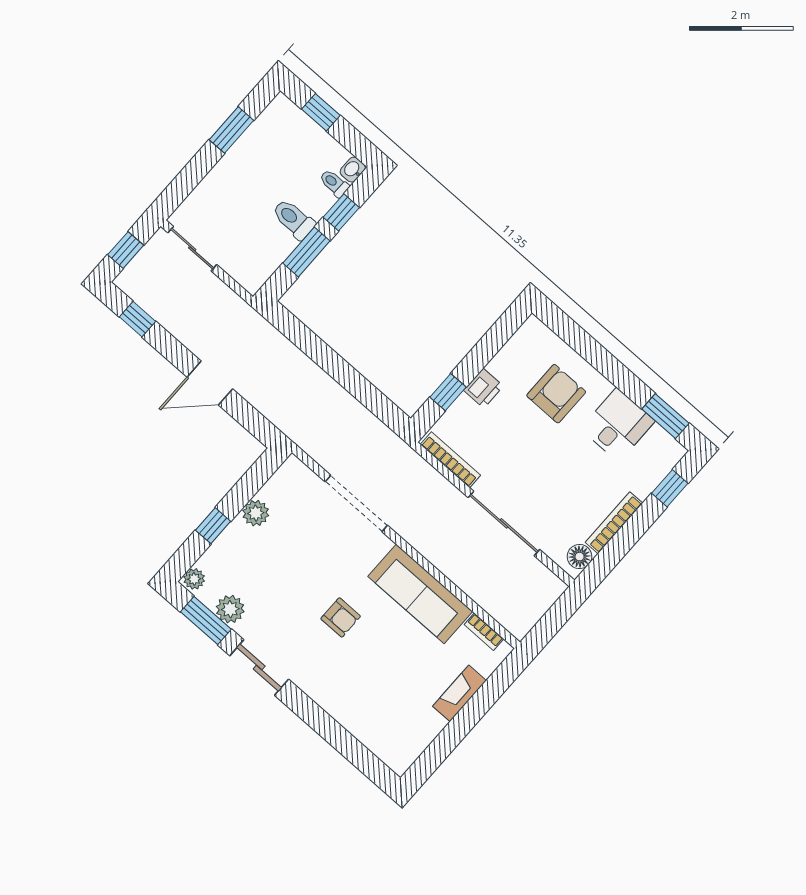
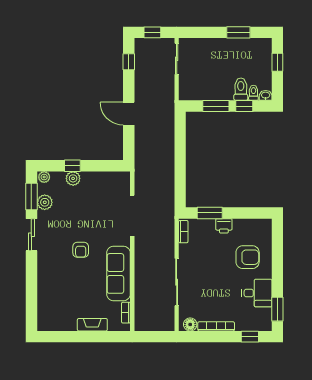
toilet: (293, 219) -> (241, 89), moved
window: (448, 392) -> (210, 213), width x1.50
bookcase: (450, 460) -> (183, 232), width x0.64
plant: (256, 513) -> (73, 178), moved

